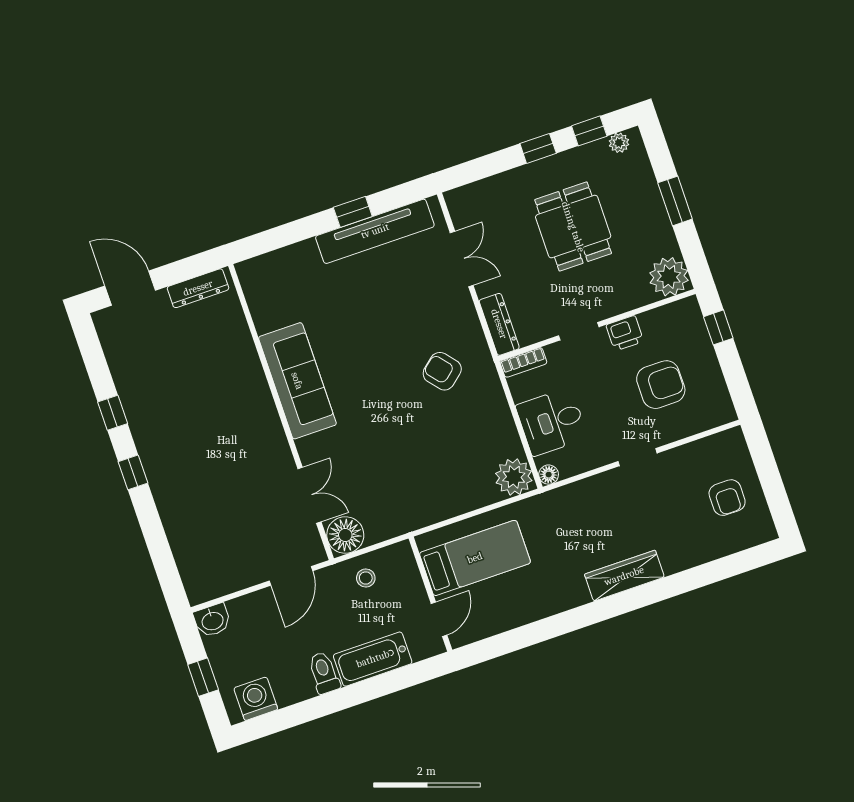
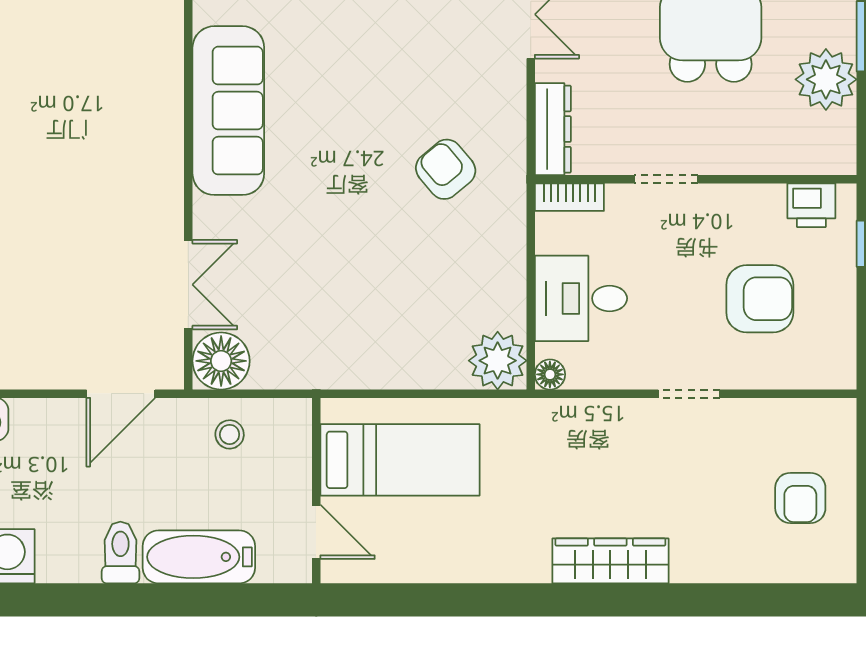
plant: (669, 277) -> (826, 79), moved
printer: (625, 333) -> (811, 205), moved
door: (439, 619) -> (316, 532), hinge flipped

